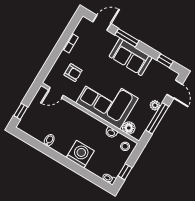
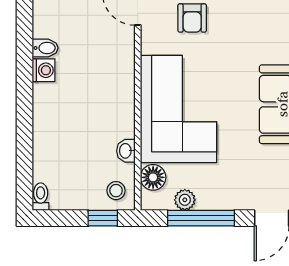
plant: (155, 105) -> (185, 200), moved
washing machine: (80, 154) -> (44, 70), moved, width x0.53, depth x0.53
window: (125, 172) -> (103, 218), moved

